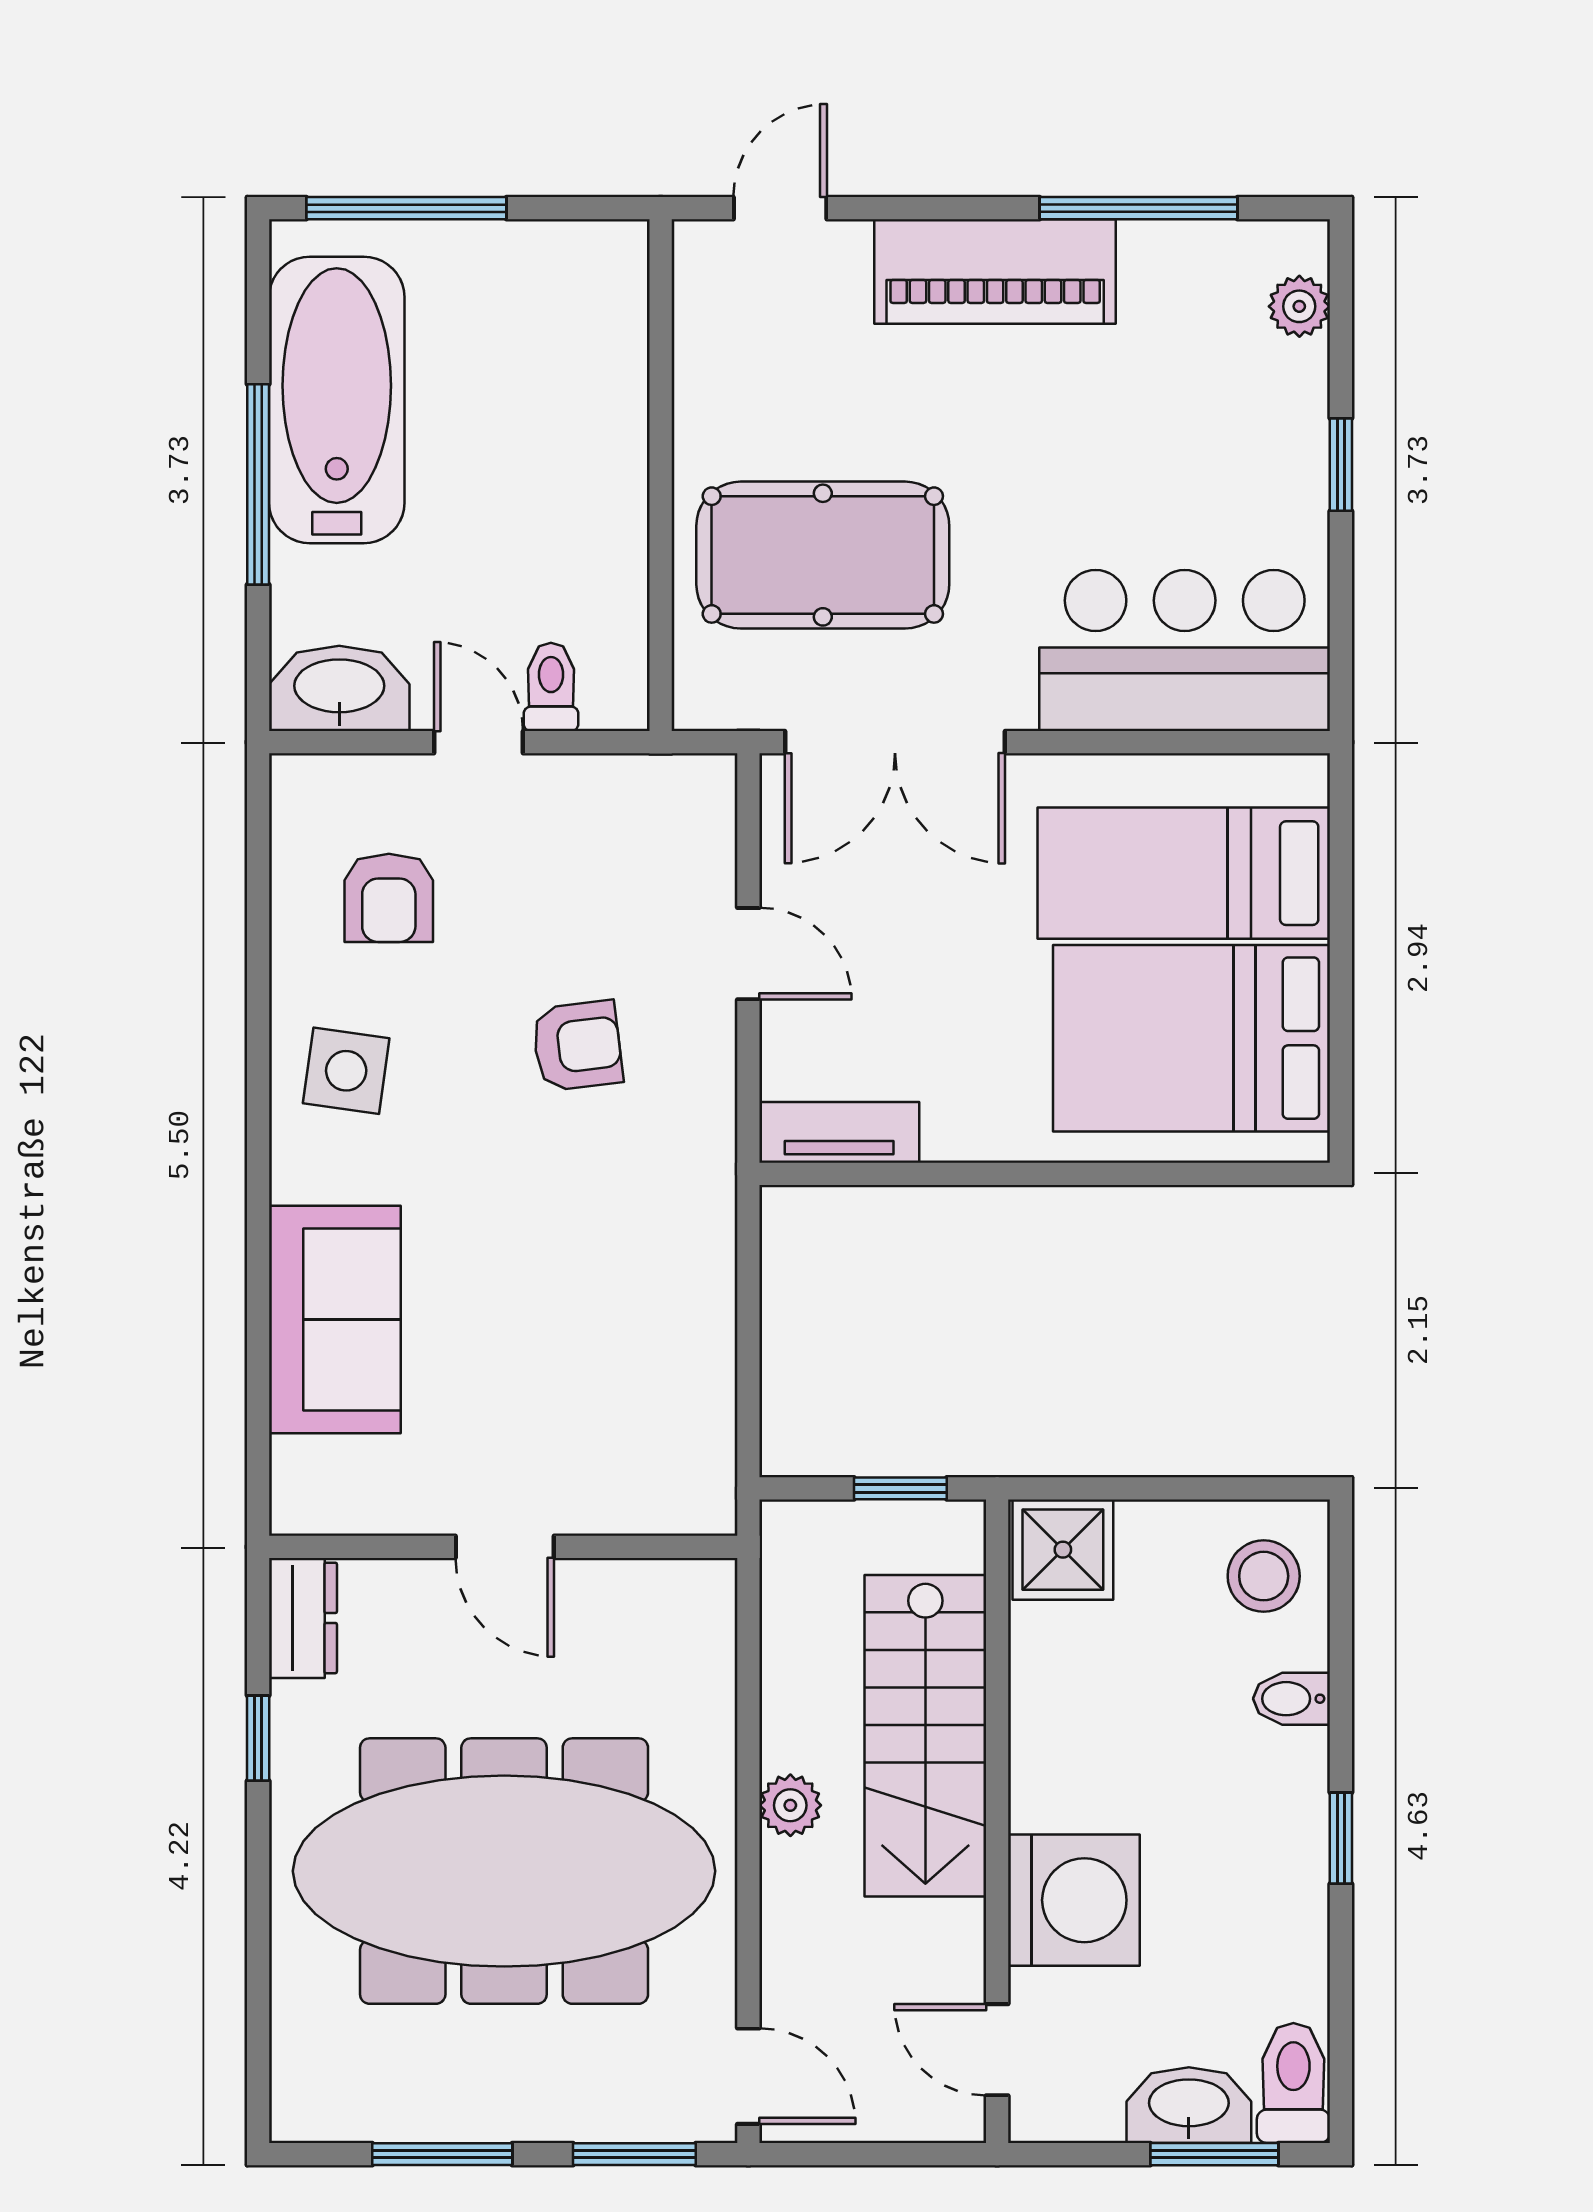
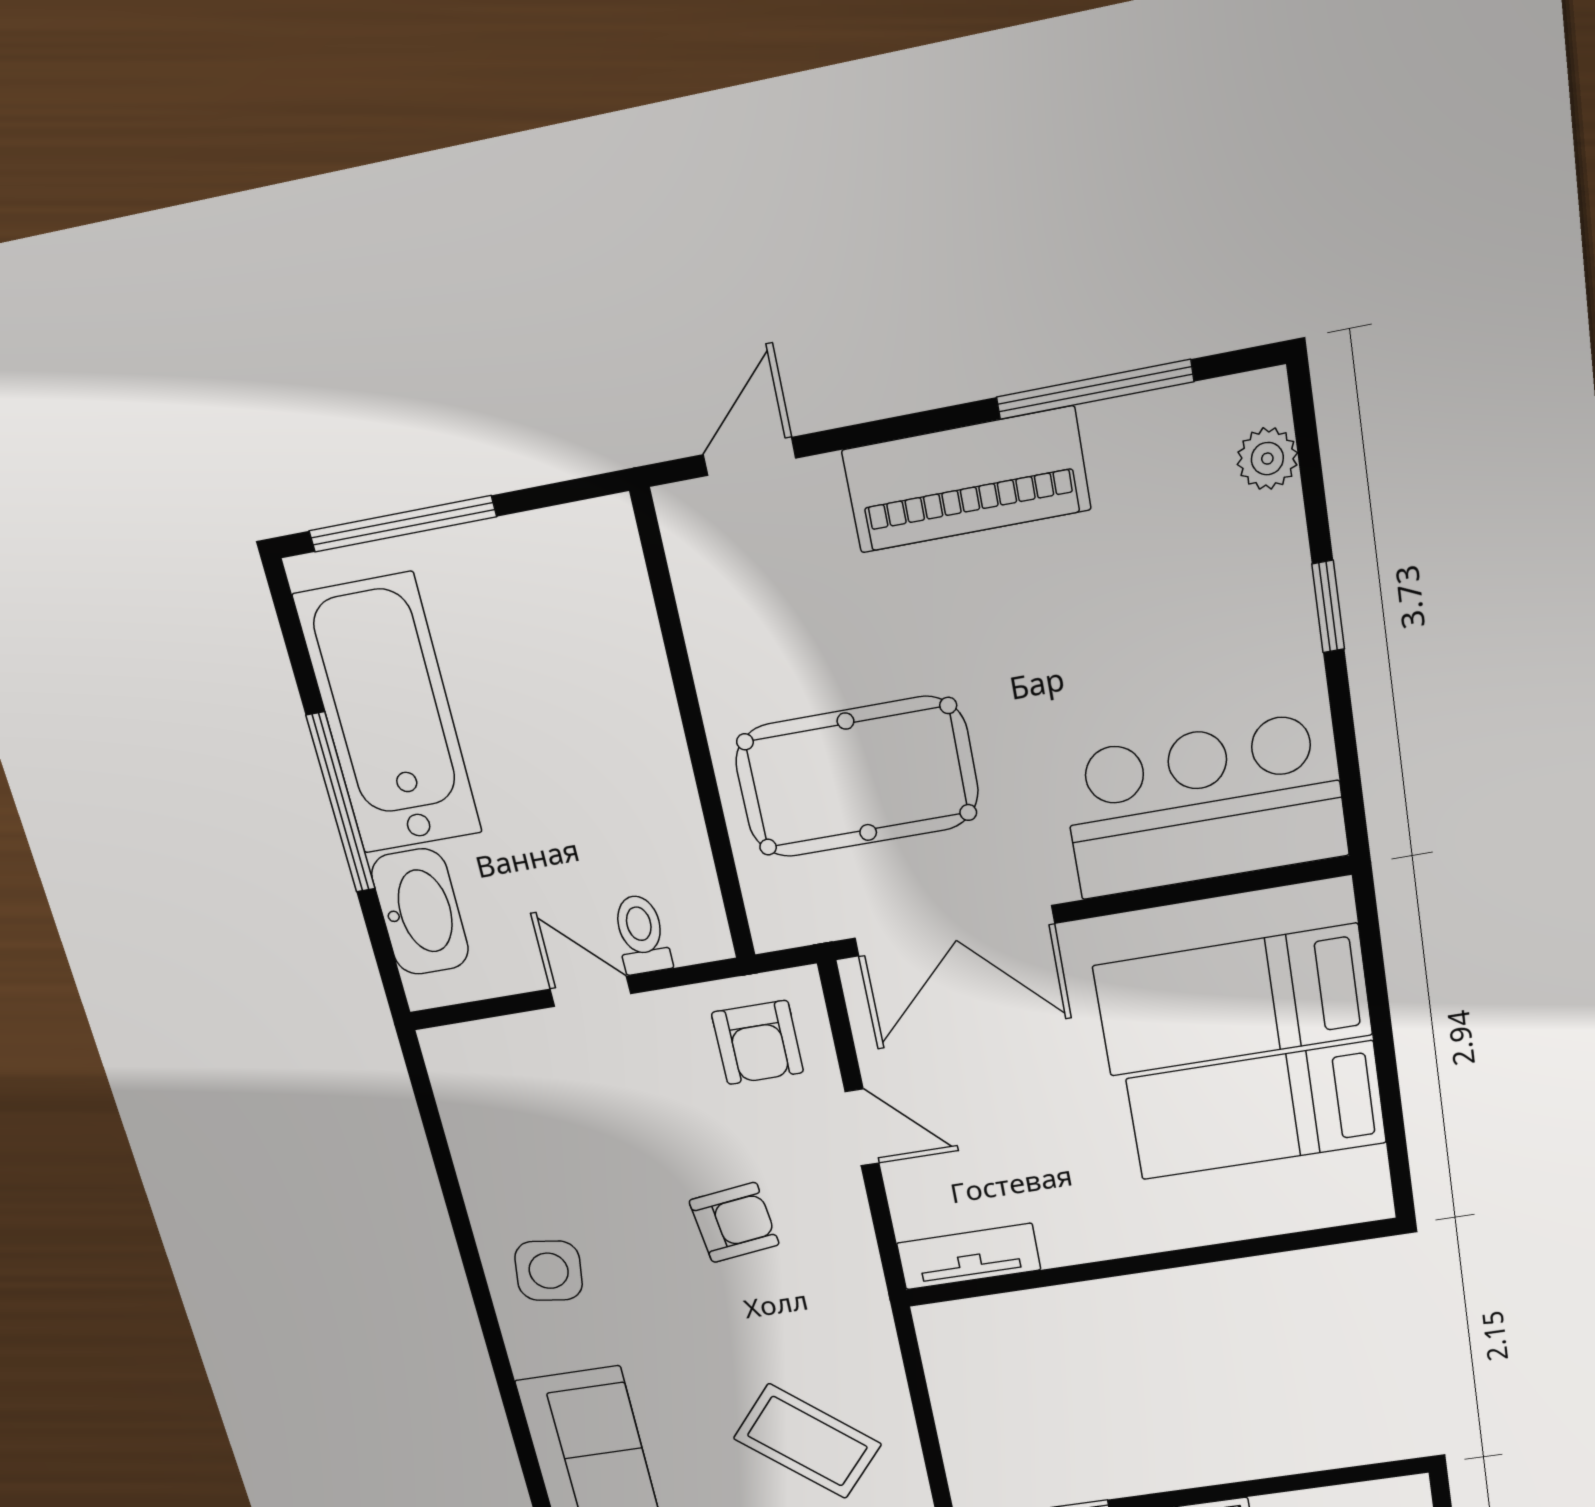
washbasin: (339, 688) -> (420, 912), moved, turned 90
armchair: (389, 898) -> (758, 1043), moved
bed: (1191, 1038) -> (1256, 1111), width x0.67
coffee table: (602, 1342) -> (807, 1441), added

